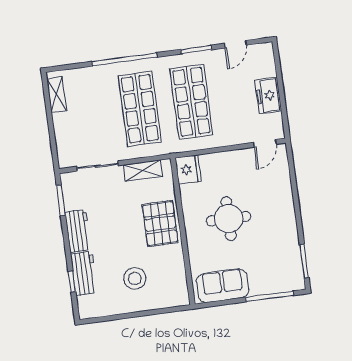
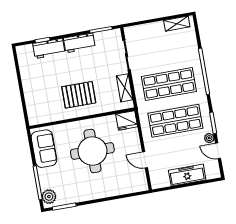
plant: (217, 56) -> (209, 138), added
freezer: (268, 95) -> (187, 175), width x1.40
door: (265, 143) -> (145, 160), moved
round table: (229, 219) -> (92, 151), width x1.36, depth x1.36
pallet: (160, 224) -> (79, 95), moved
stool: (135, 278) -> (47, 85), removed
plant: (289, 282) -> (49, 197), added

